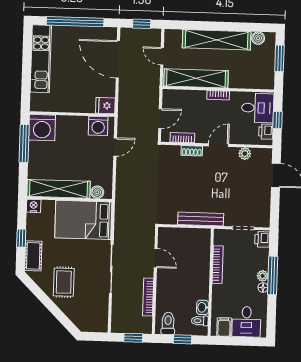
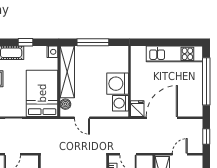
door: (118, 59) -> (162, 118), moved
washing machine: (42, 128) -> (118, 84), moved
window: (24, 143) -> (93, 42), moved
door: (115, 147) -> (82, 118), moved

